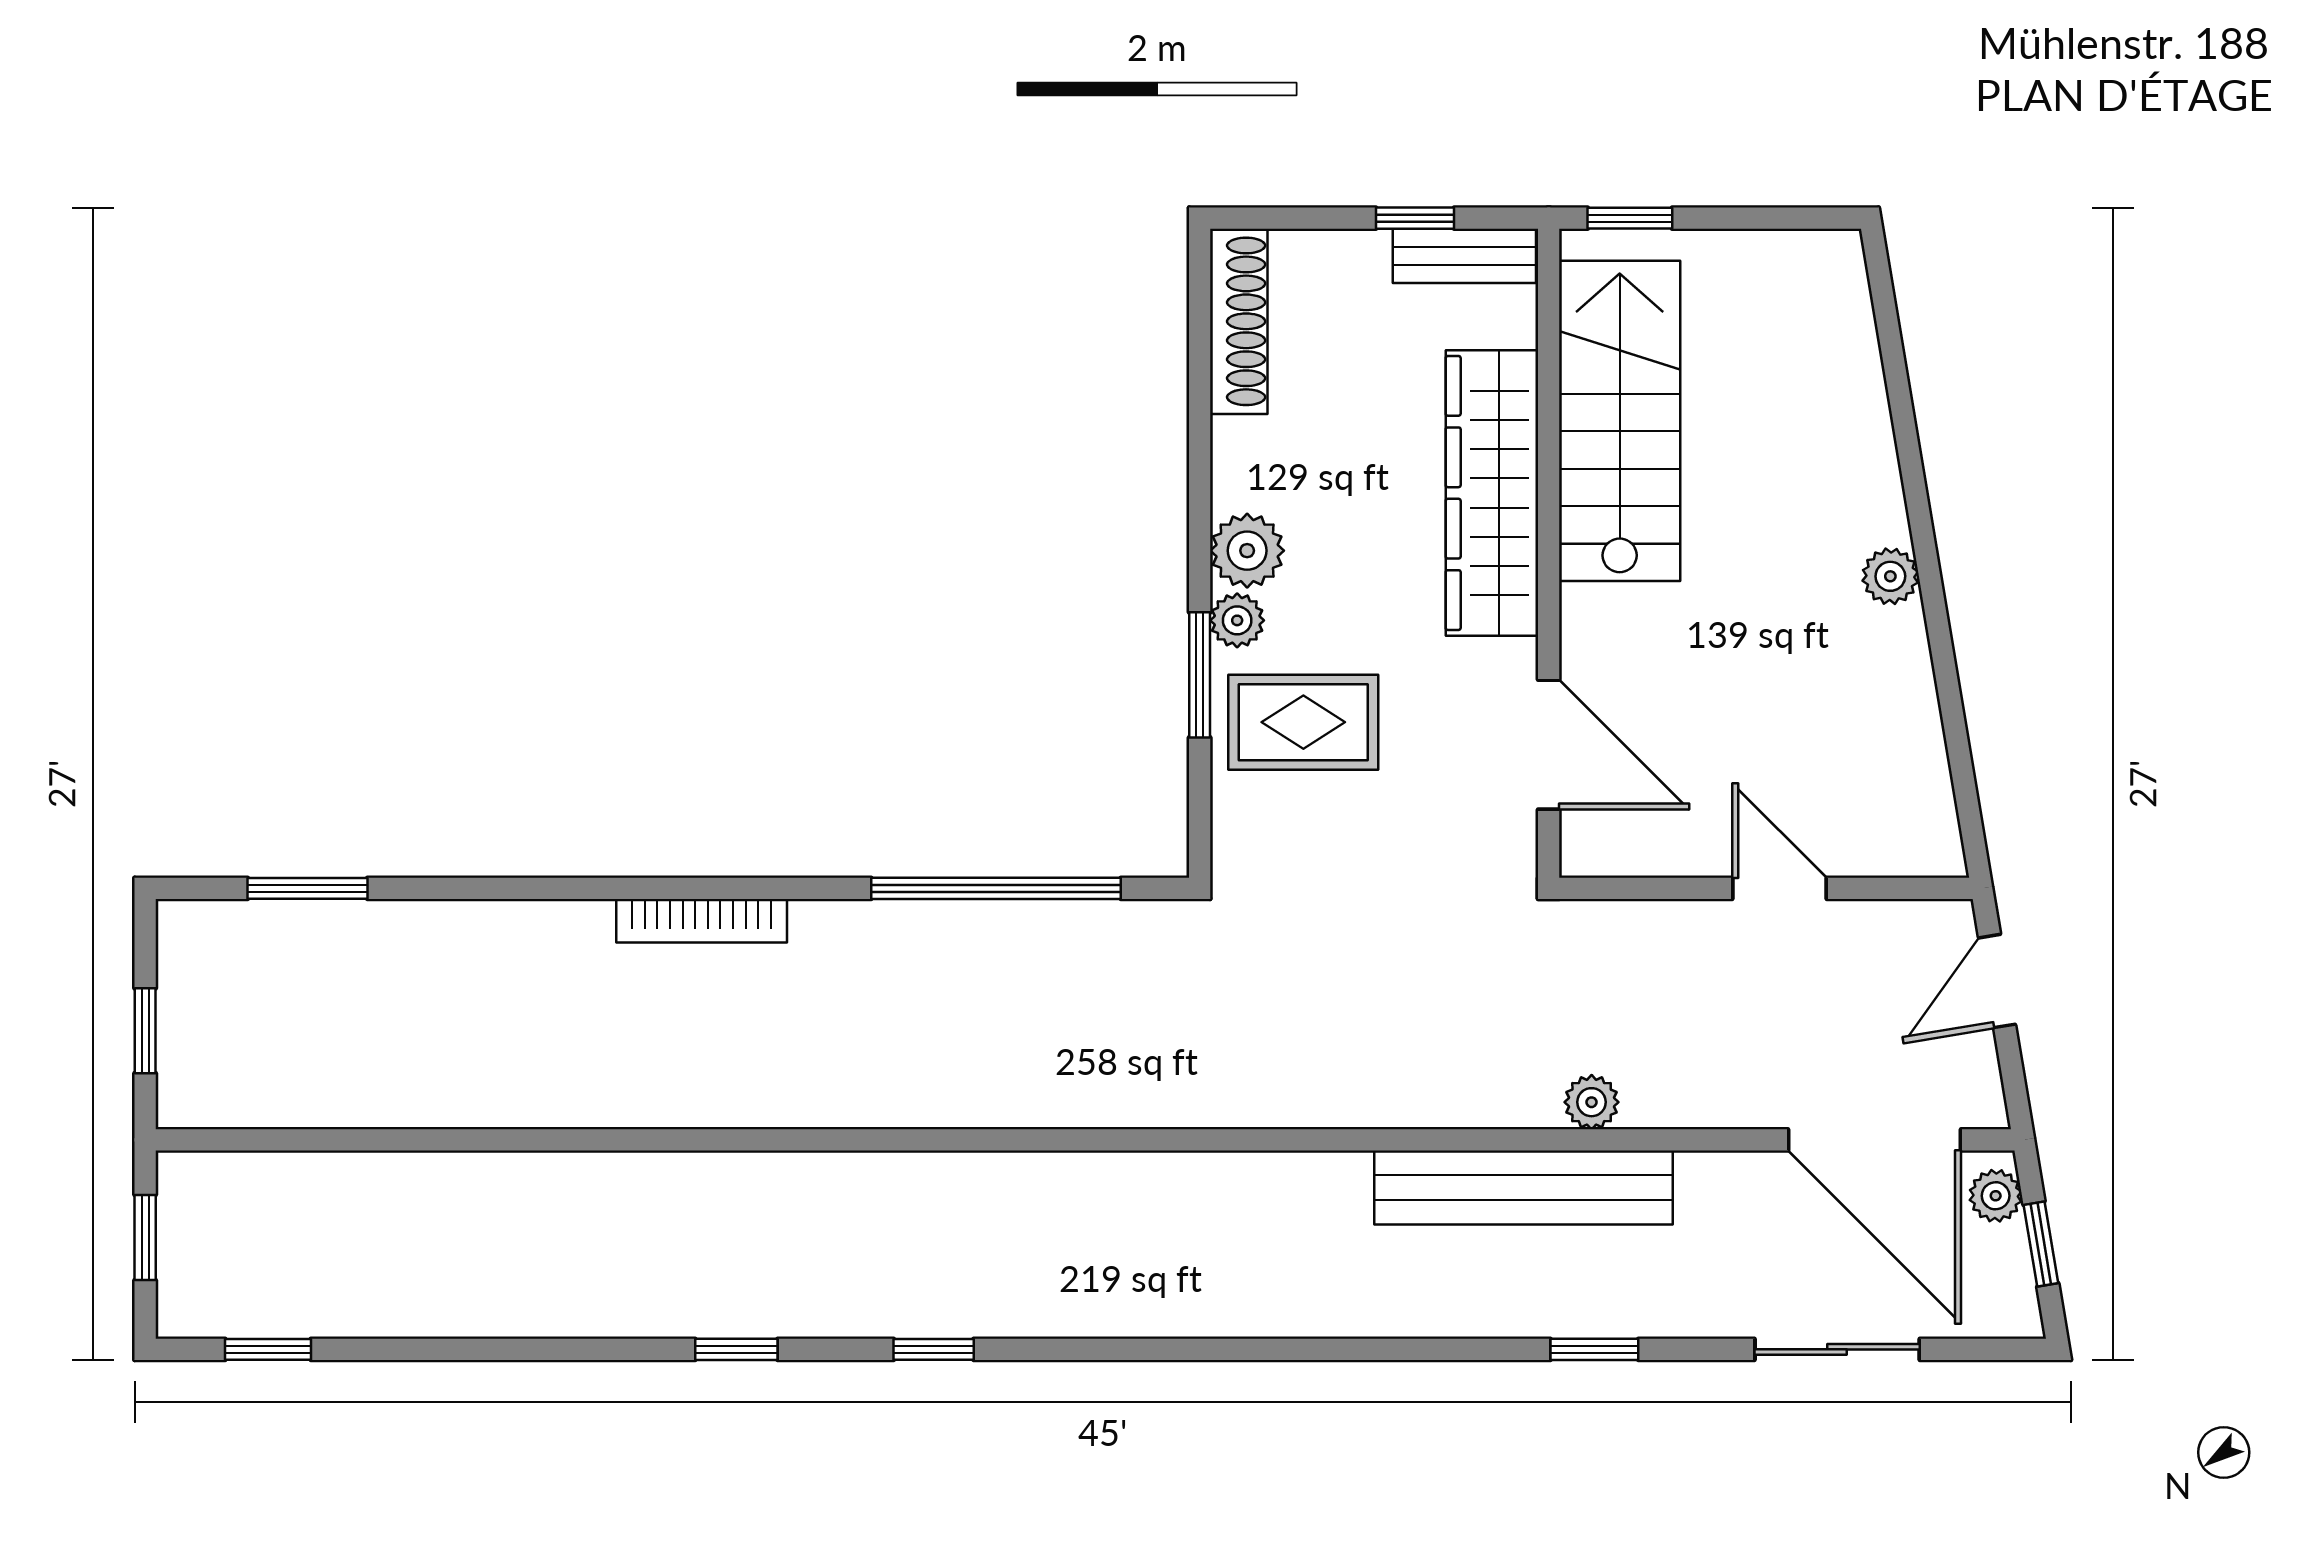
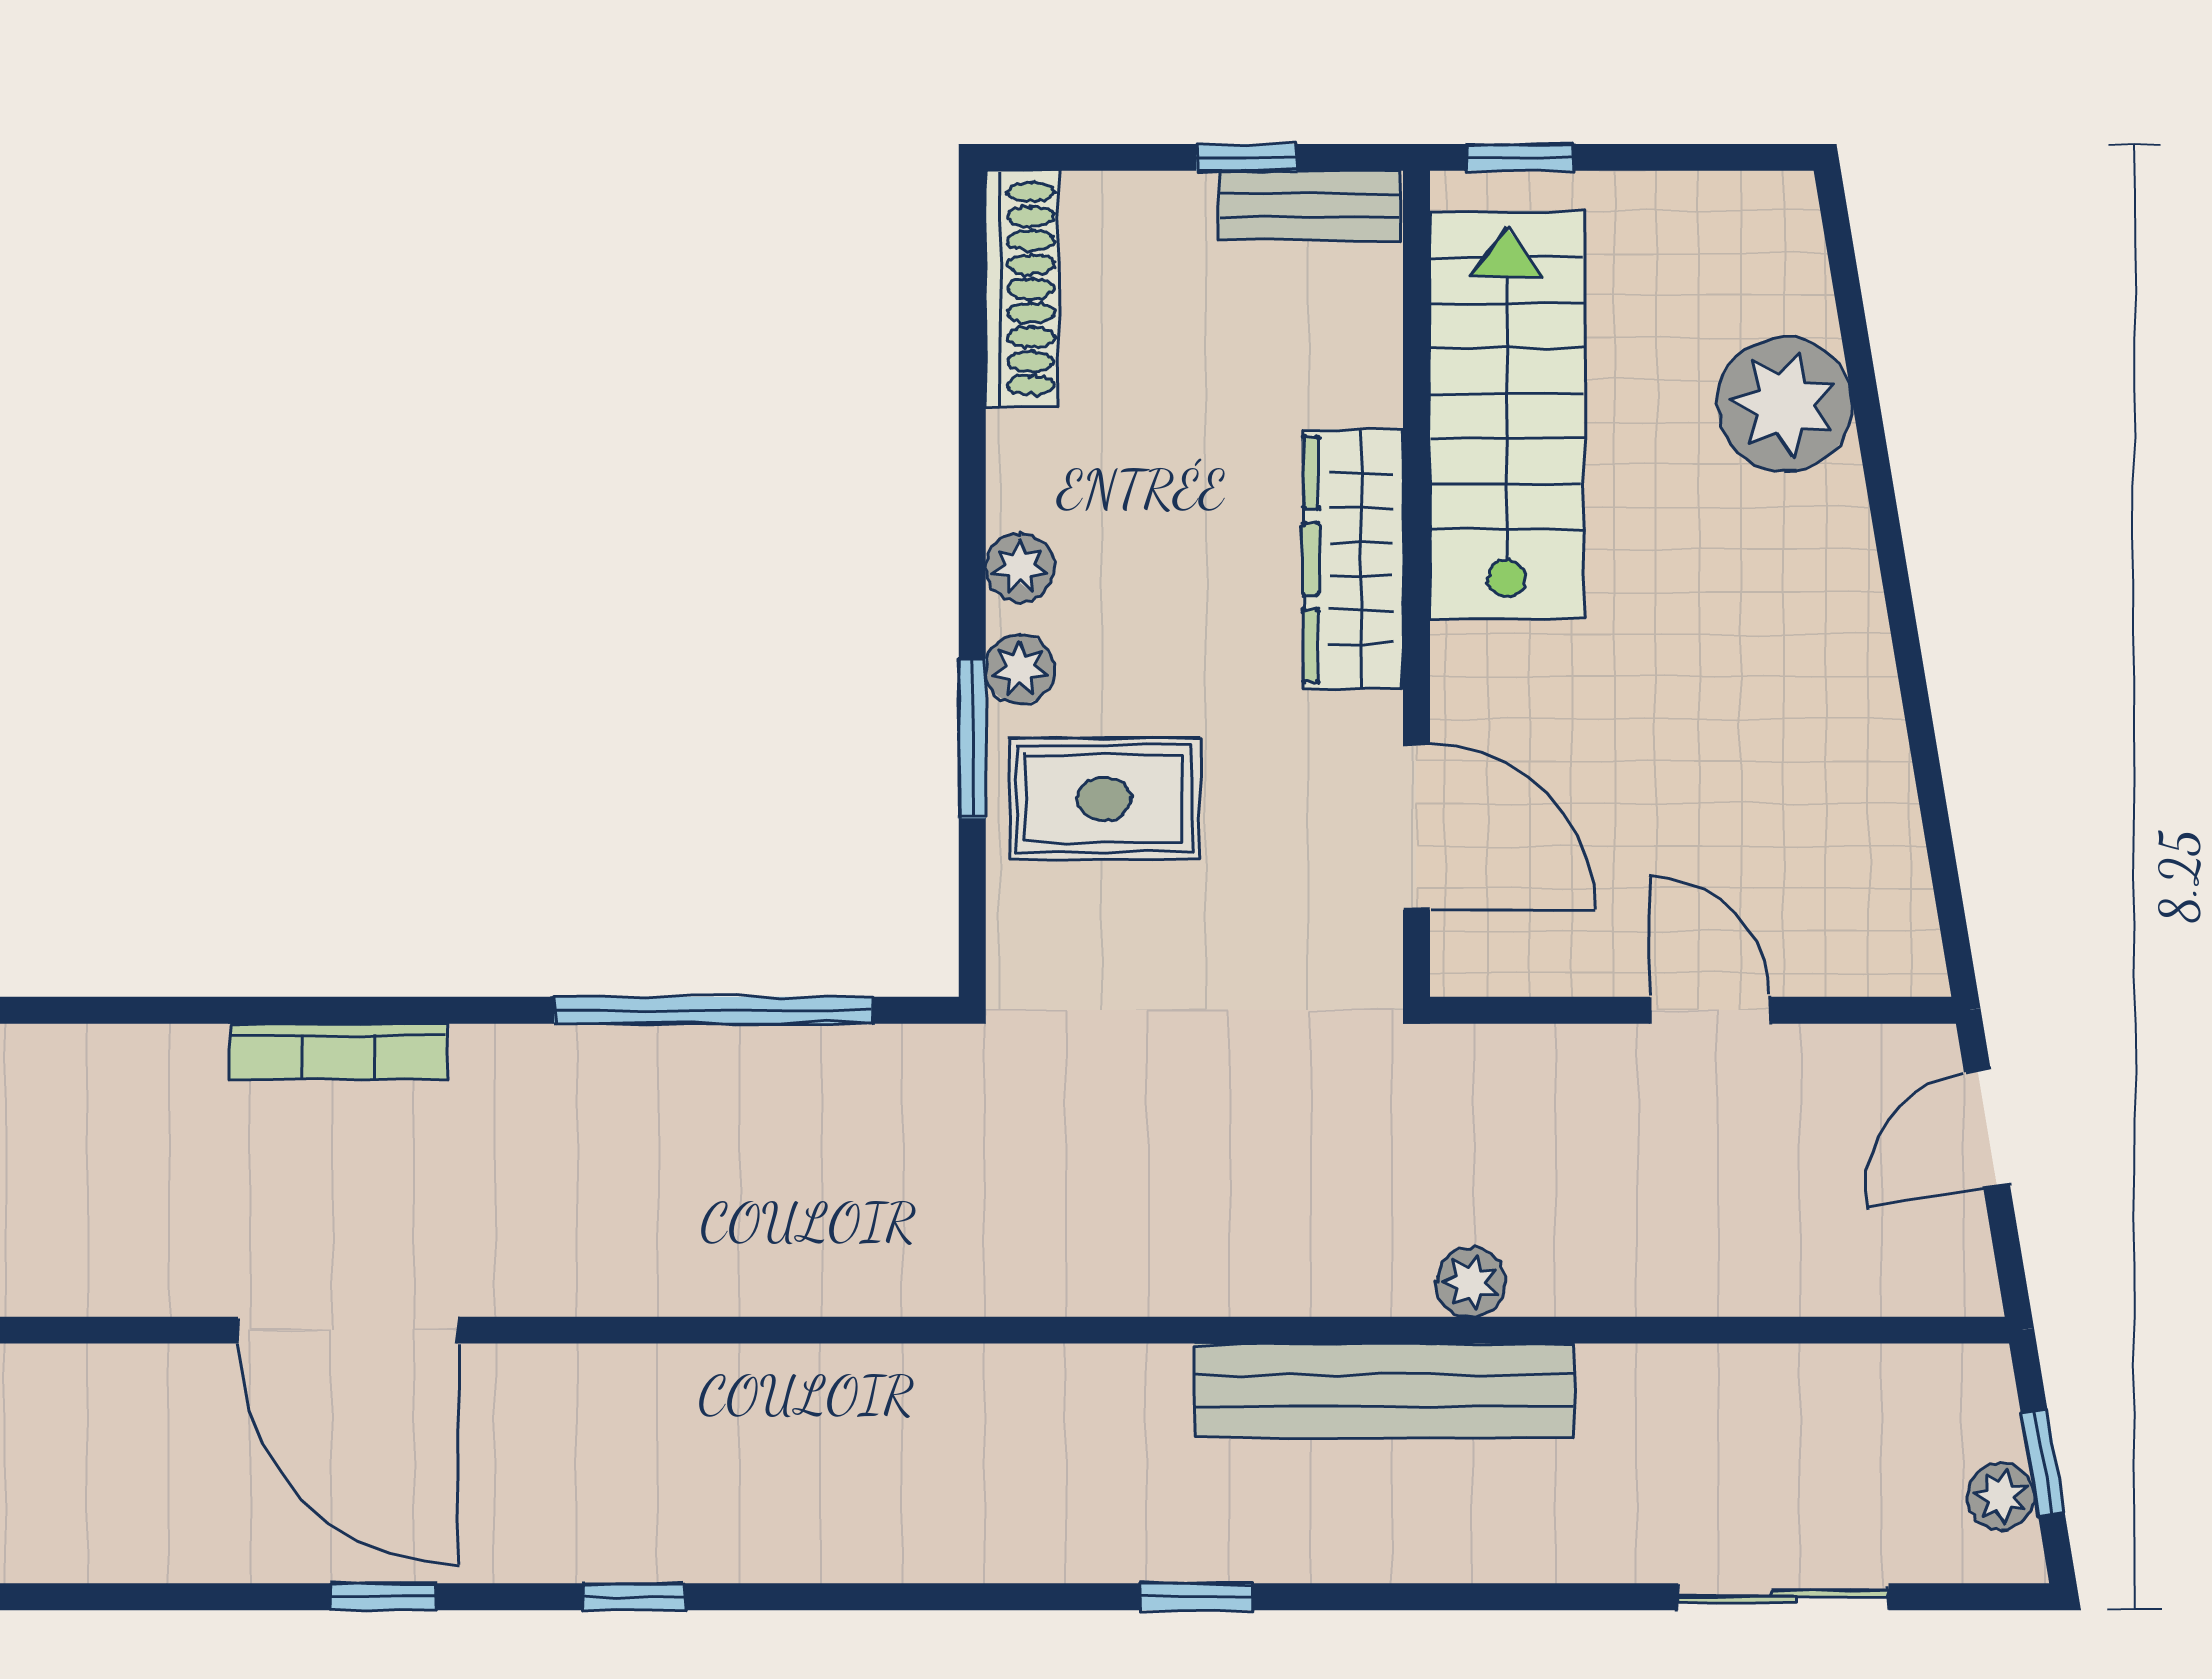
wardrobe: (1492, 493) -> (1353, 559), width x0.71, depth x0.85
plant: (1247, 551) -> (1020, 568), width x0.73, depth x0.73
plant: (1890, 576) -> (1785, 405), moved, width x1.87, depth x1.87
door: (1874, 1140) -> (348, 1330), moved
plant: (1996, 1196) -> (2001, 1496), moved
window: (1594, 1349) -> (1197, 1597), moved

